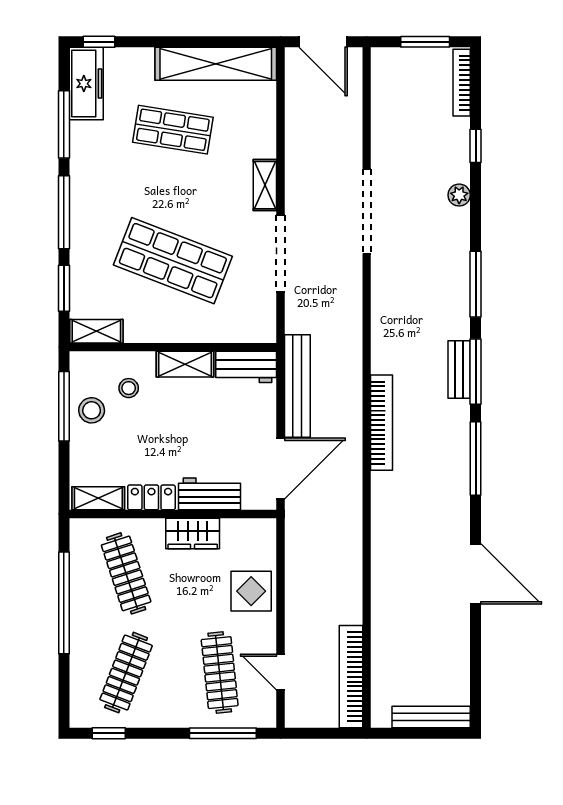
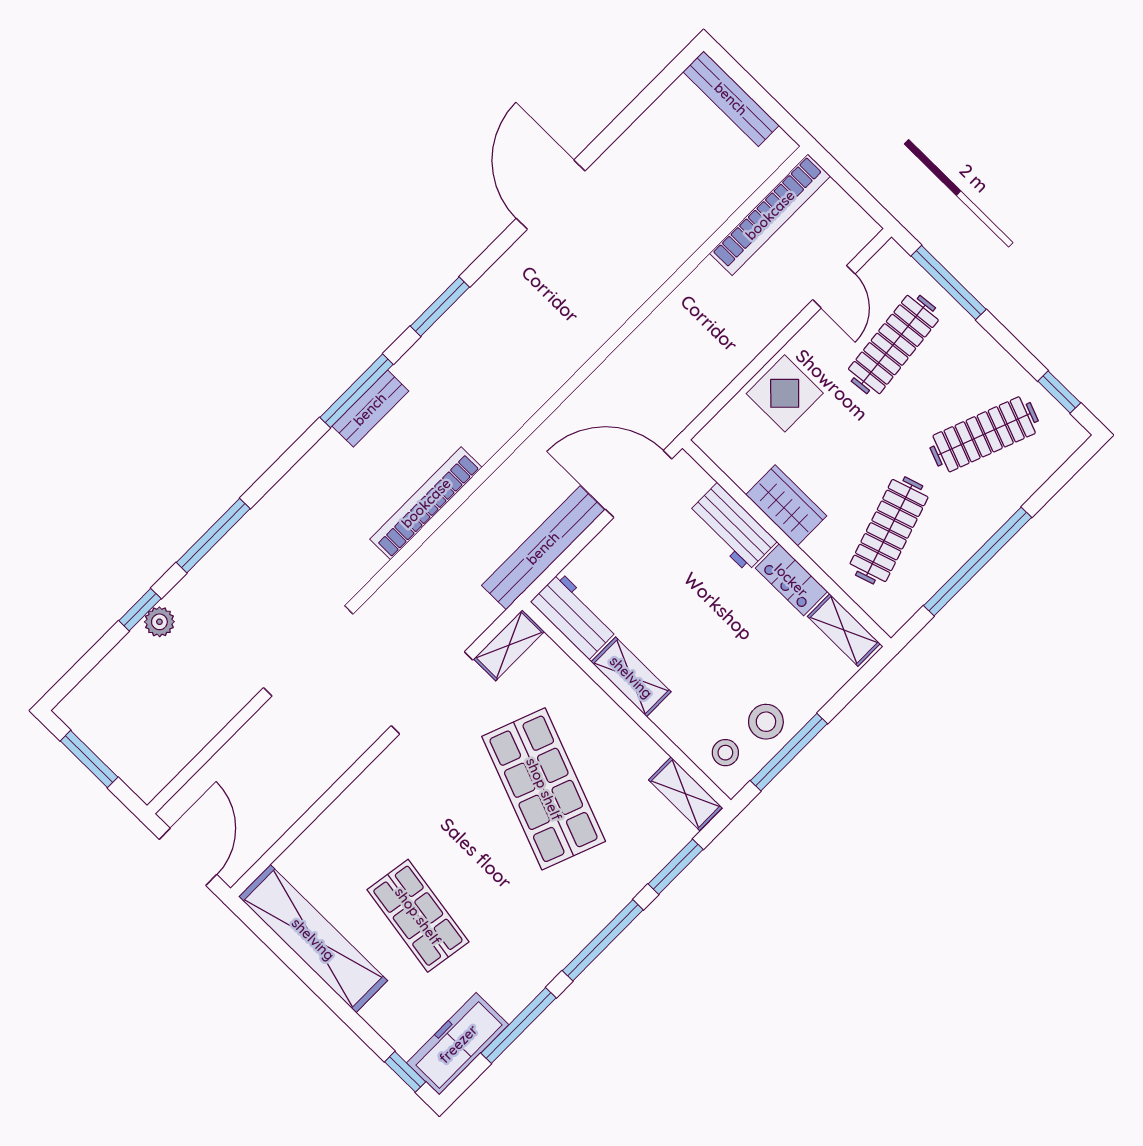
bookcase: (462, 83) -> (93, 684), removed
shelving: (265, 185) -> (509, 645), moved
plant: (459, 195) -> (159, 622), moved
window: (476, 284) -> (213, 536), moved
stool: (129, 388) -> (725, 753), moved
bookcase: (381, 423) -> (426, 503), moved
window: (476, 458) -> (440, 307), width x0.69

